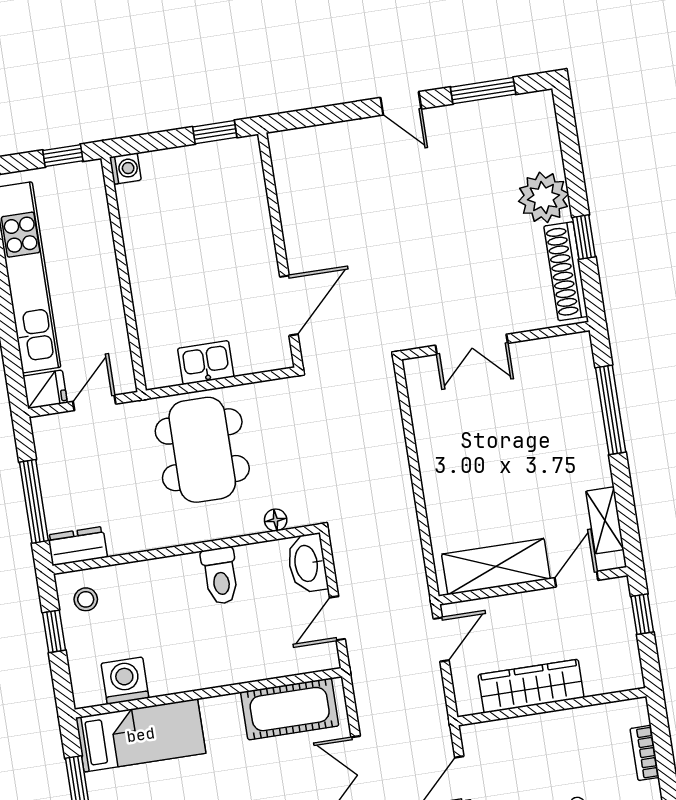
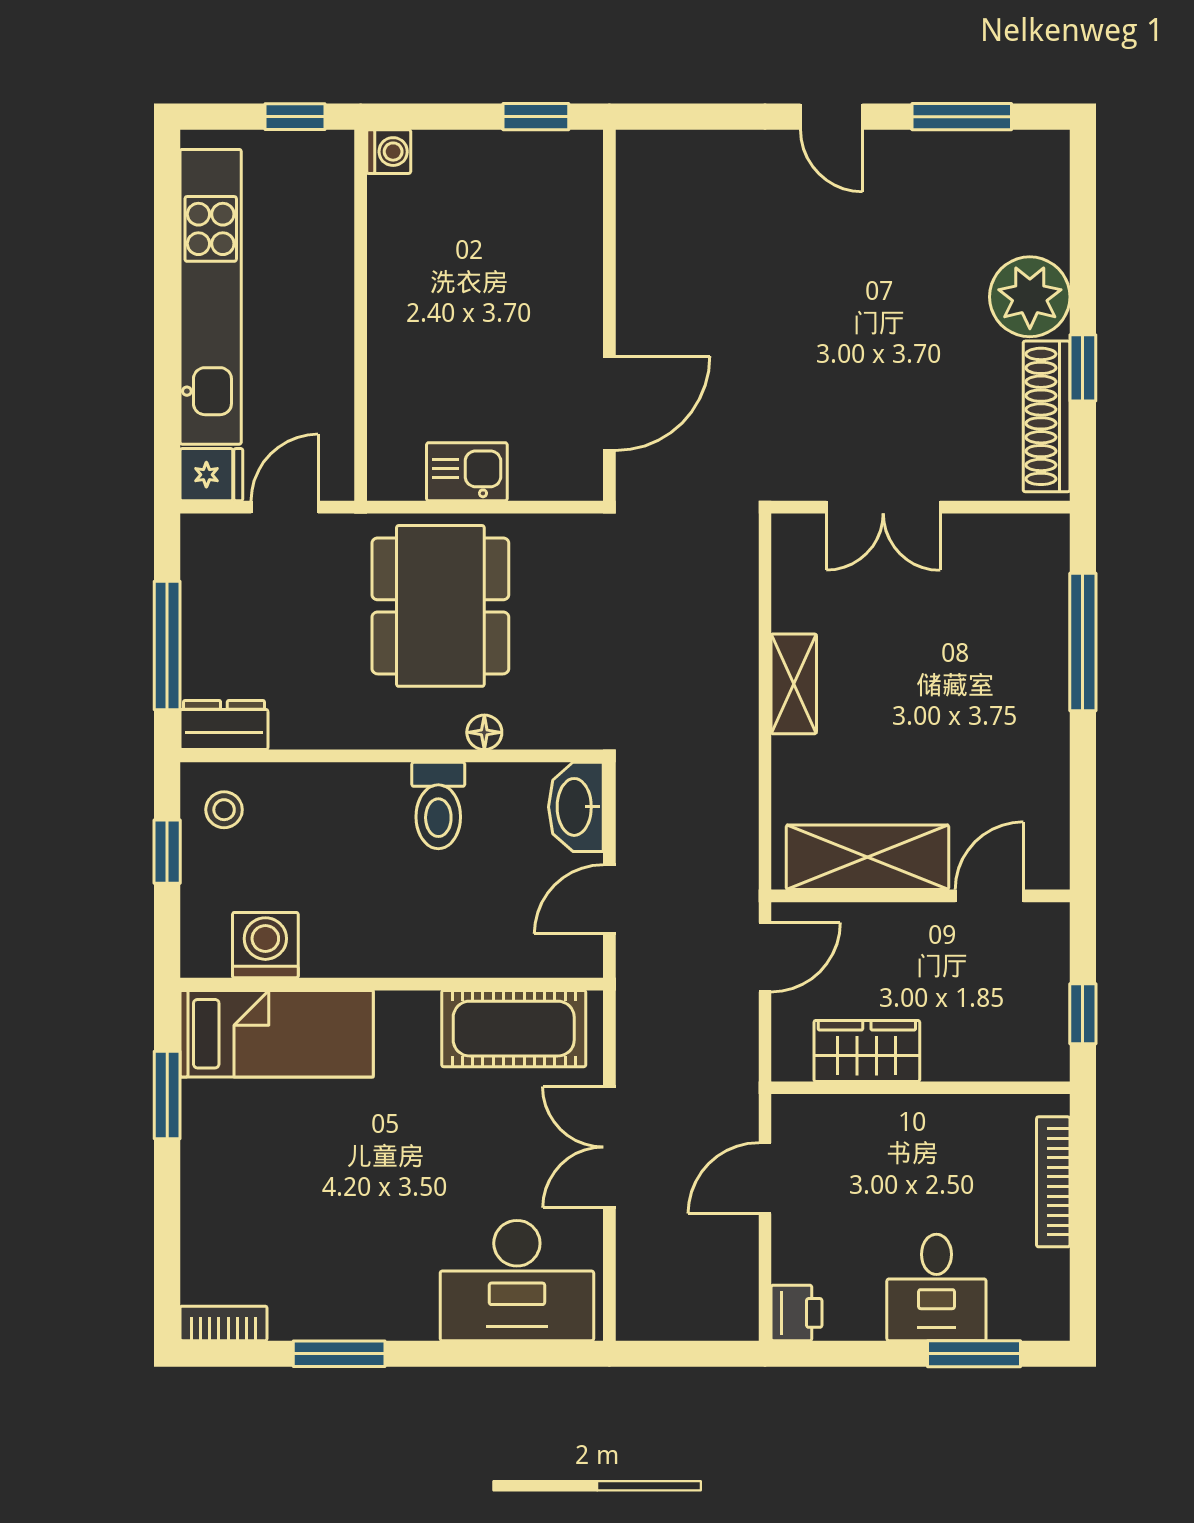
floor lamp: (276, 520) -> (484, 732), moved
shelving: (605, 520) -> (794, 684), moved
window: (642, 614) -> (1083, 1014), moved
wardrobe: (531, 686) -> (867, 1051), width x0.67
bookcase: (645, 753) -> (1053, 1182), width x1.56

